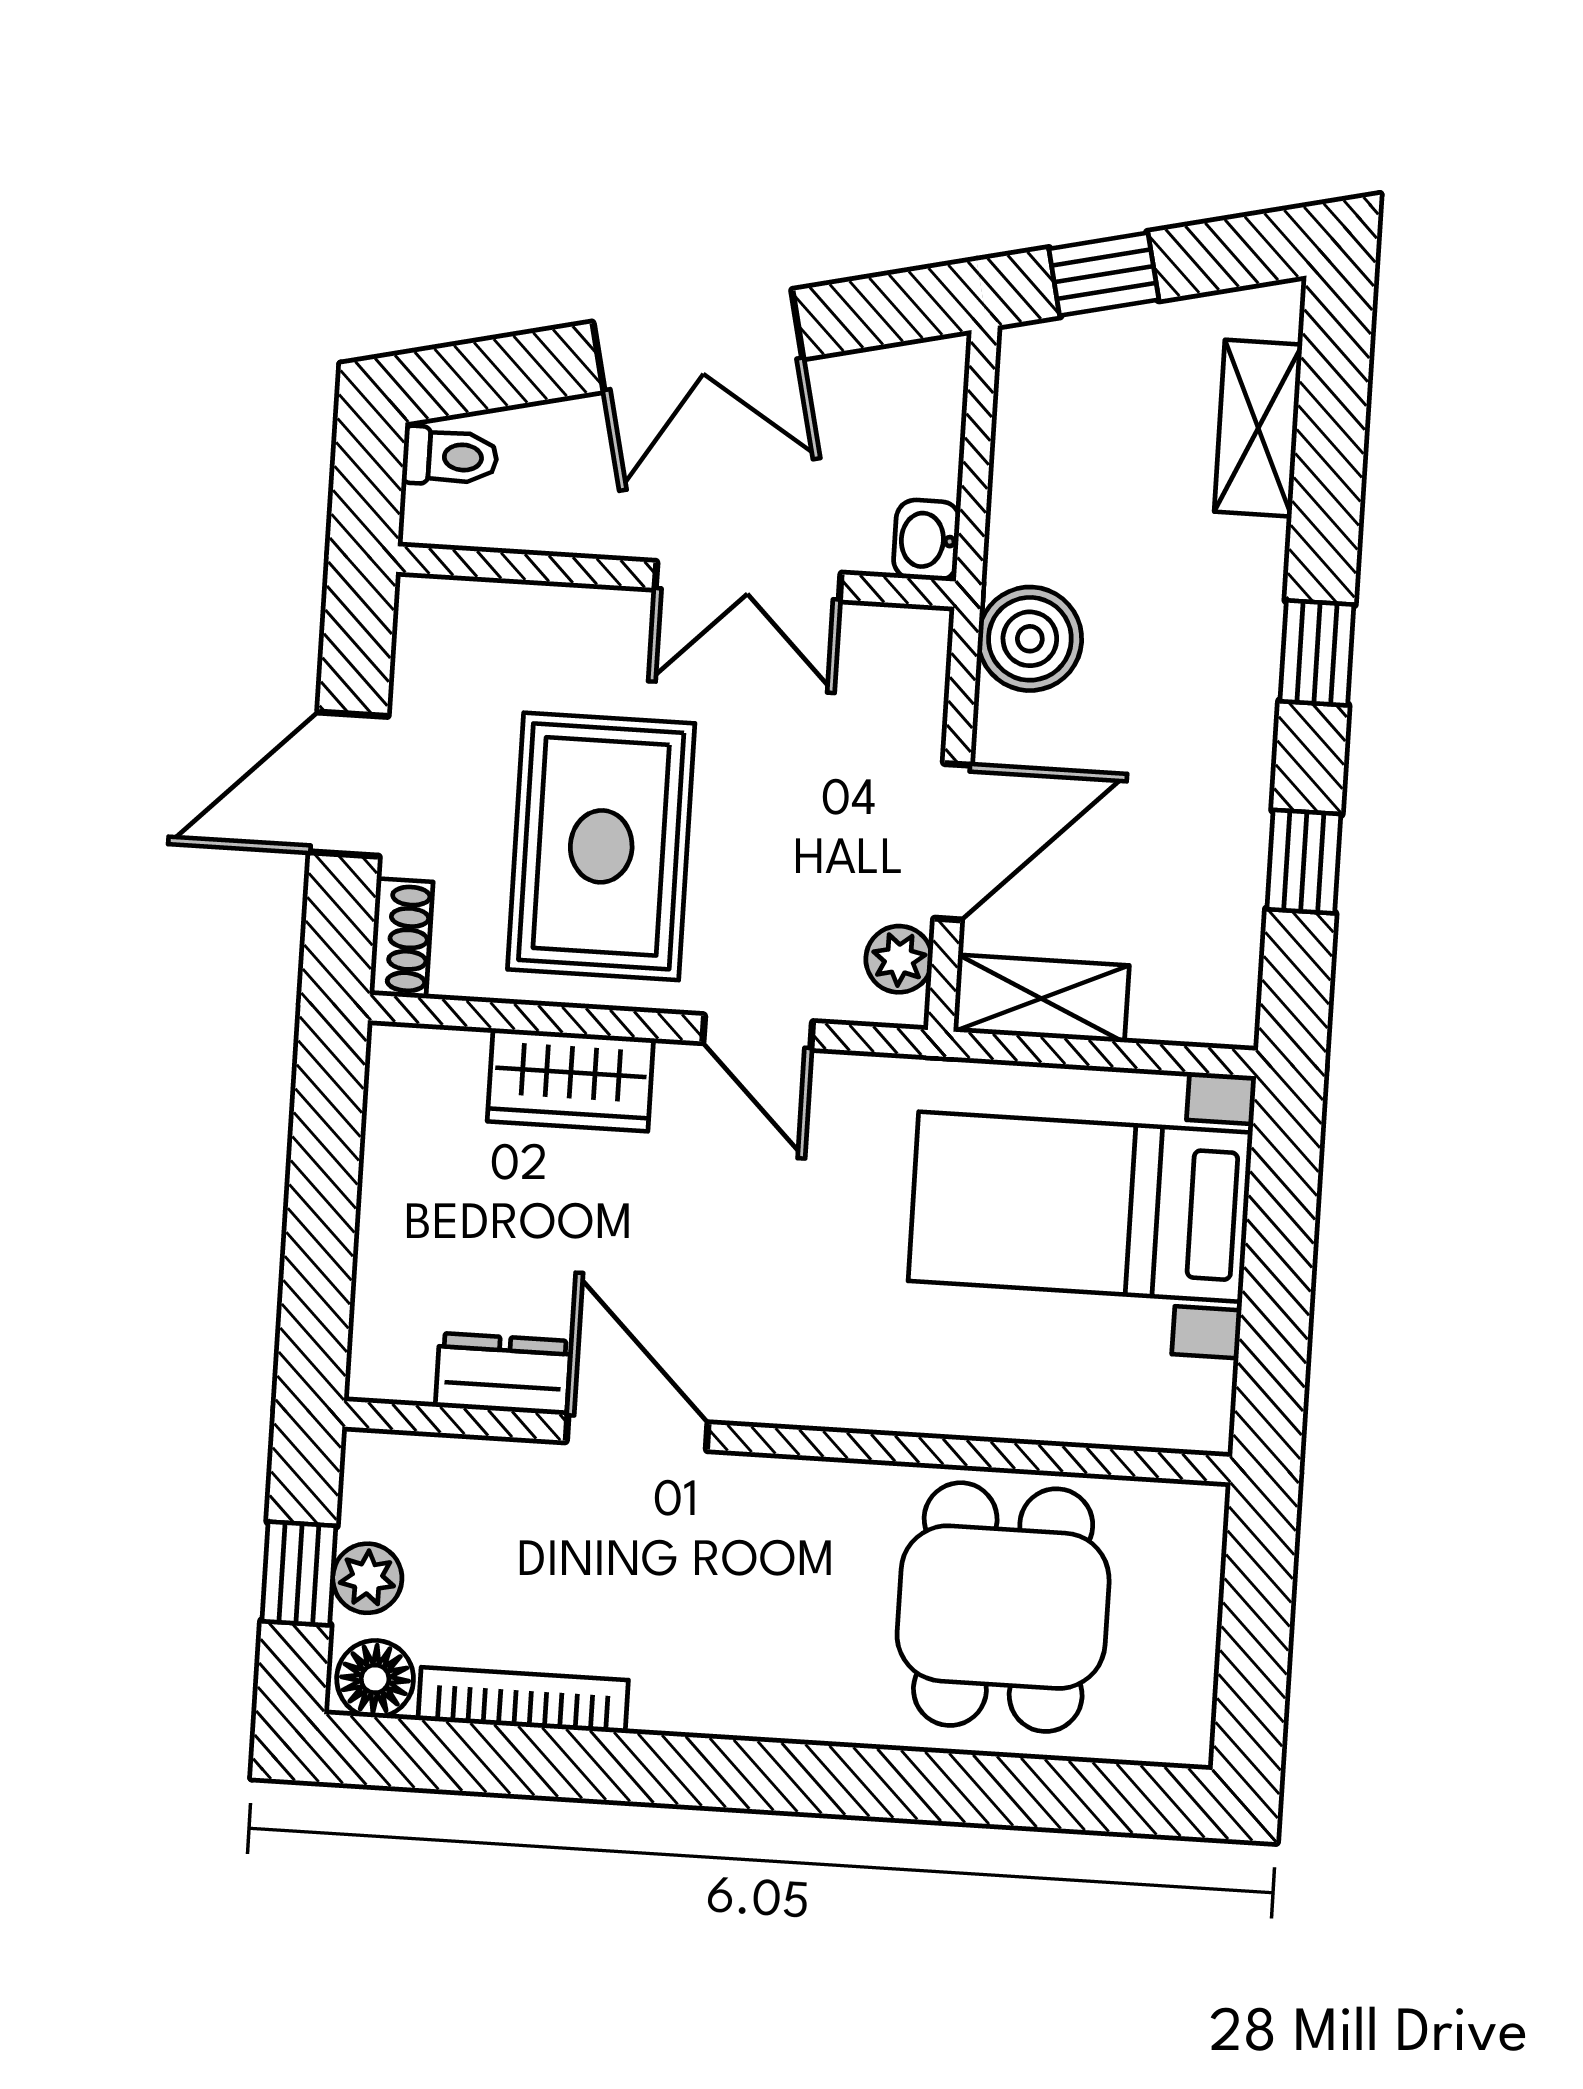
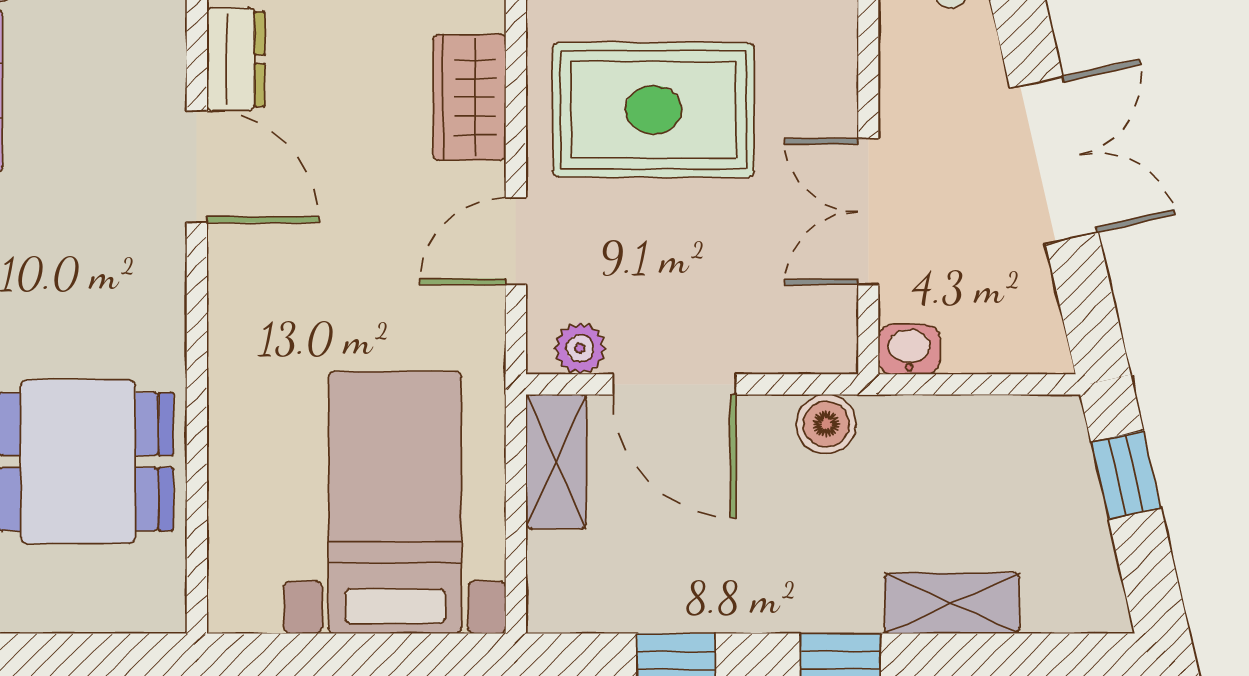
double door: (698, 340) -> (1054, 161), swing flipped
shelving: (1258, 428) -> (952, 603), moved
boiler: (1030, 639) -> (826, 424), width x0.73, depth x0.73
door: (637, 1432) -> (197, 167), hinge flipped

